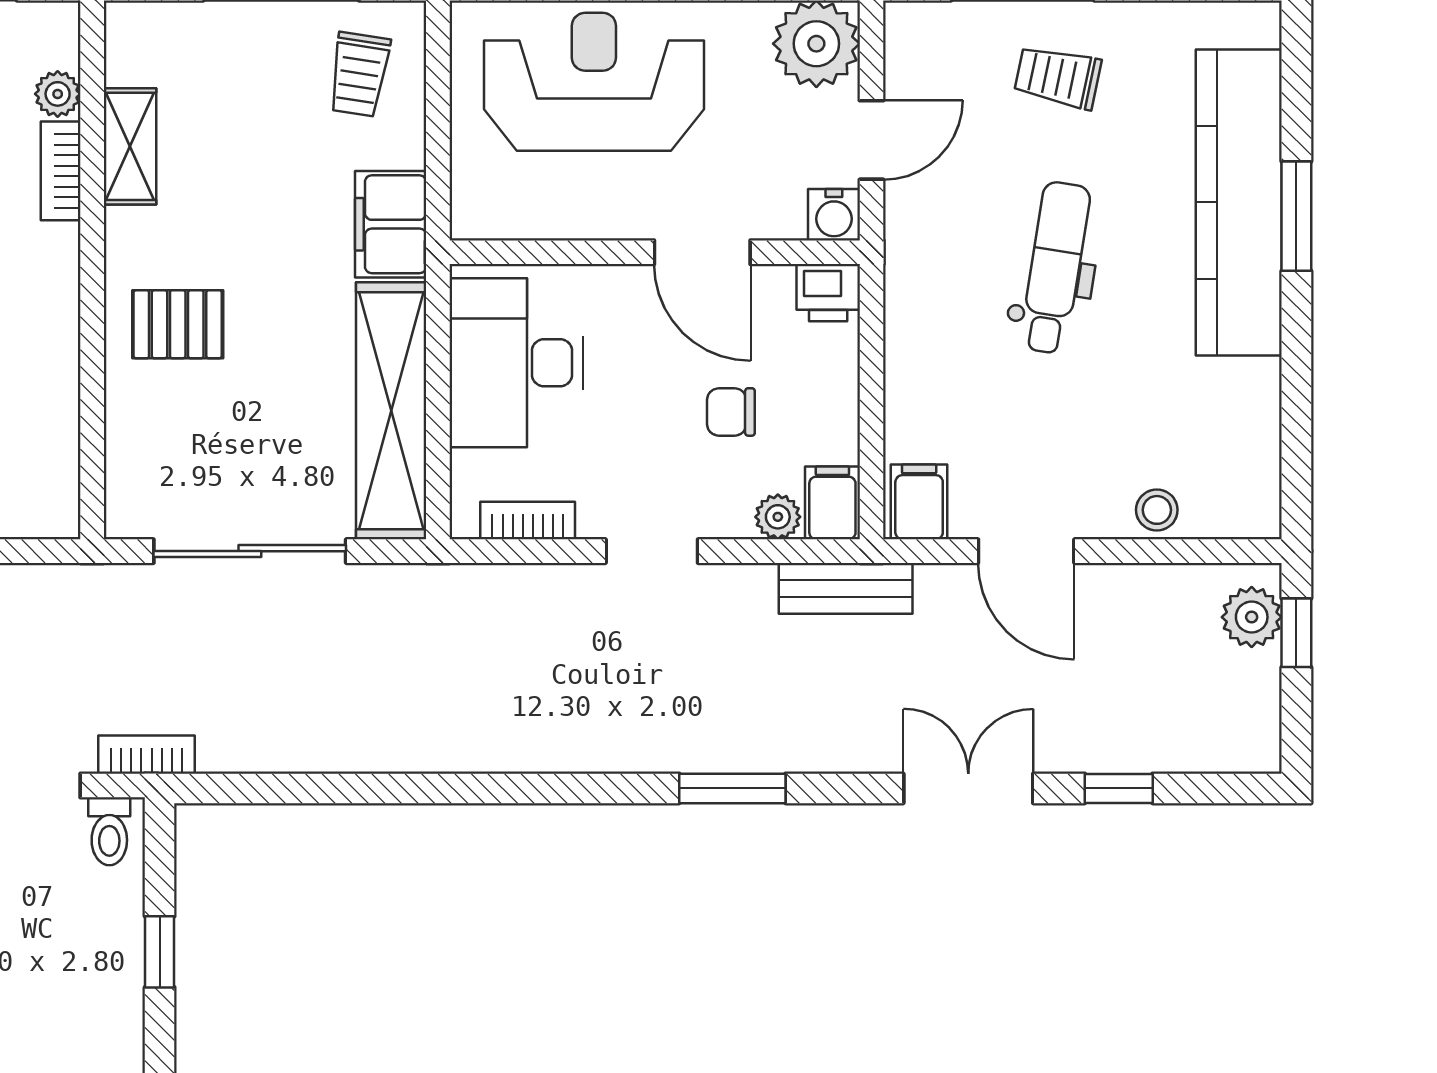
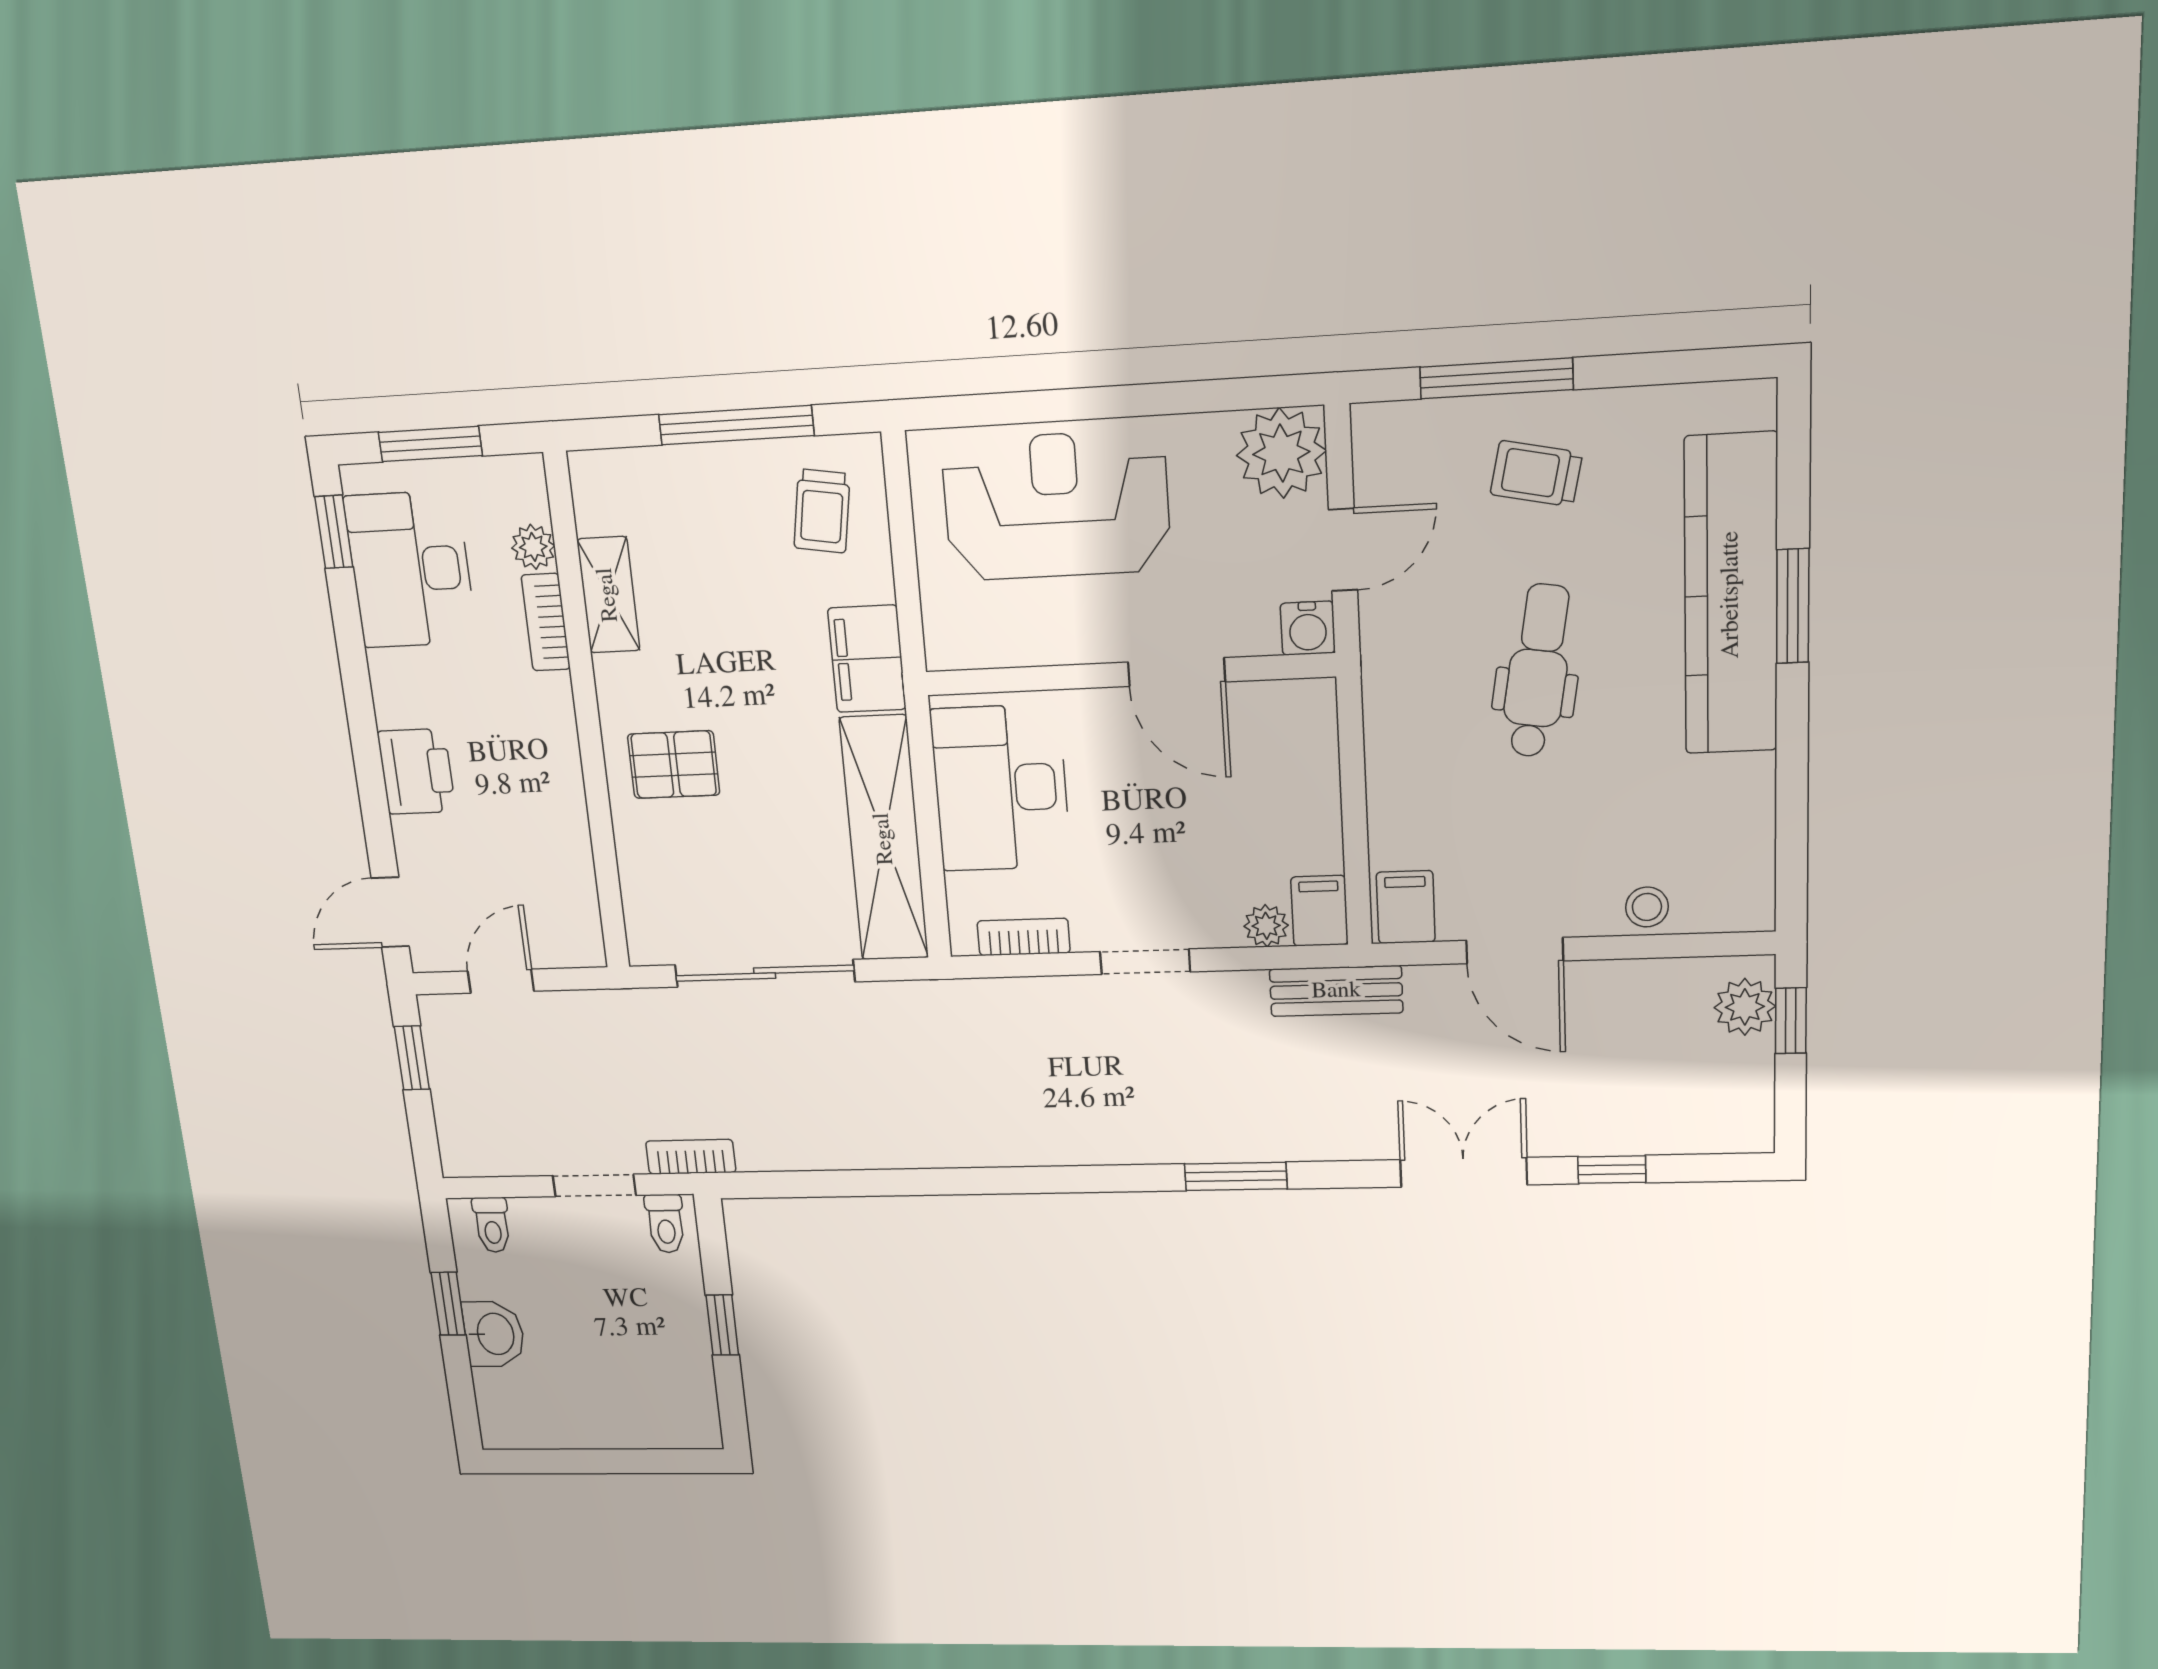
printer: (828, 293) -> (1306, 707), removed
chair: (731, 412) -> (1214, 827), removed

